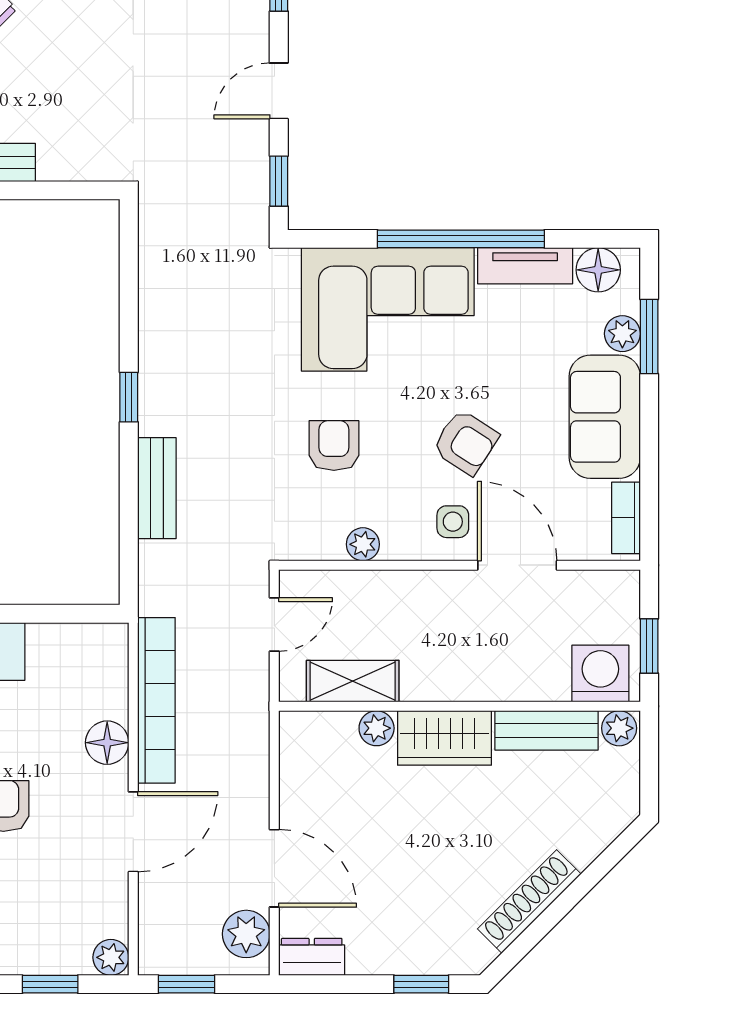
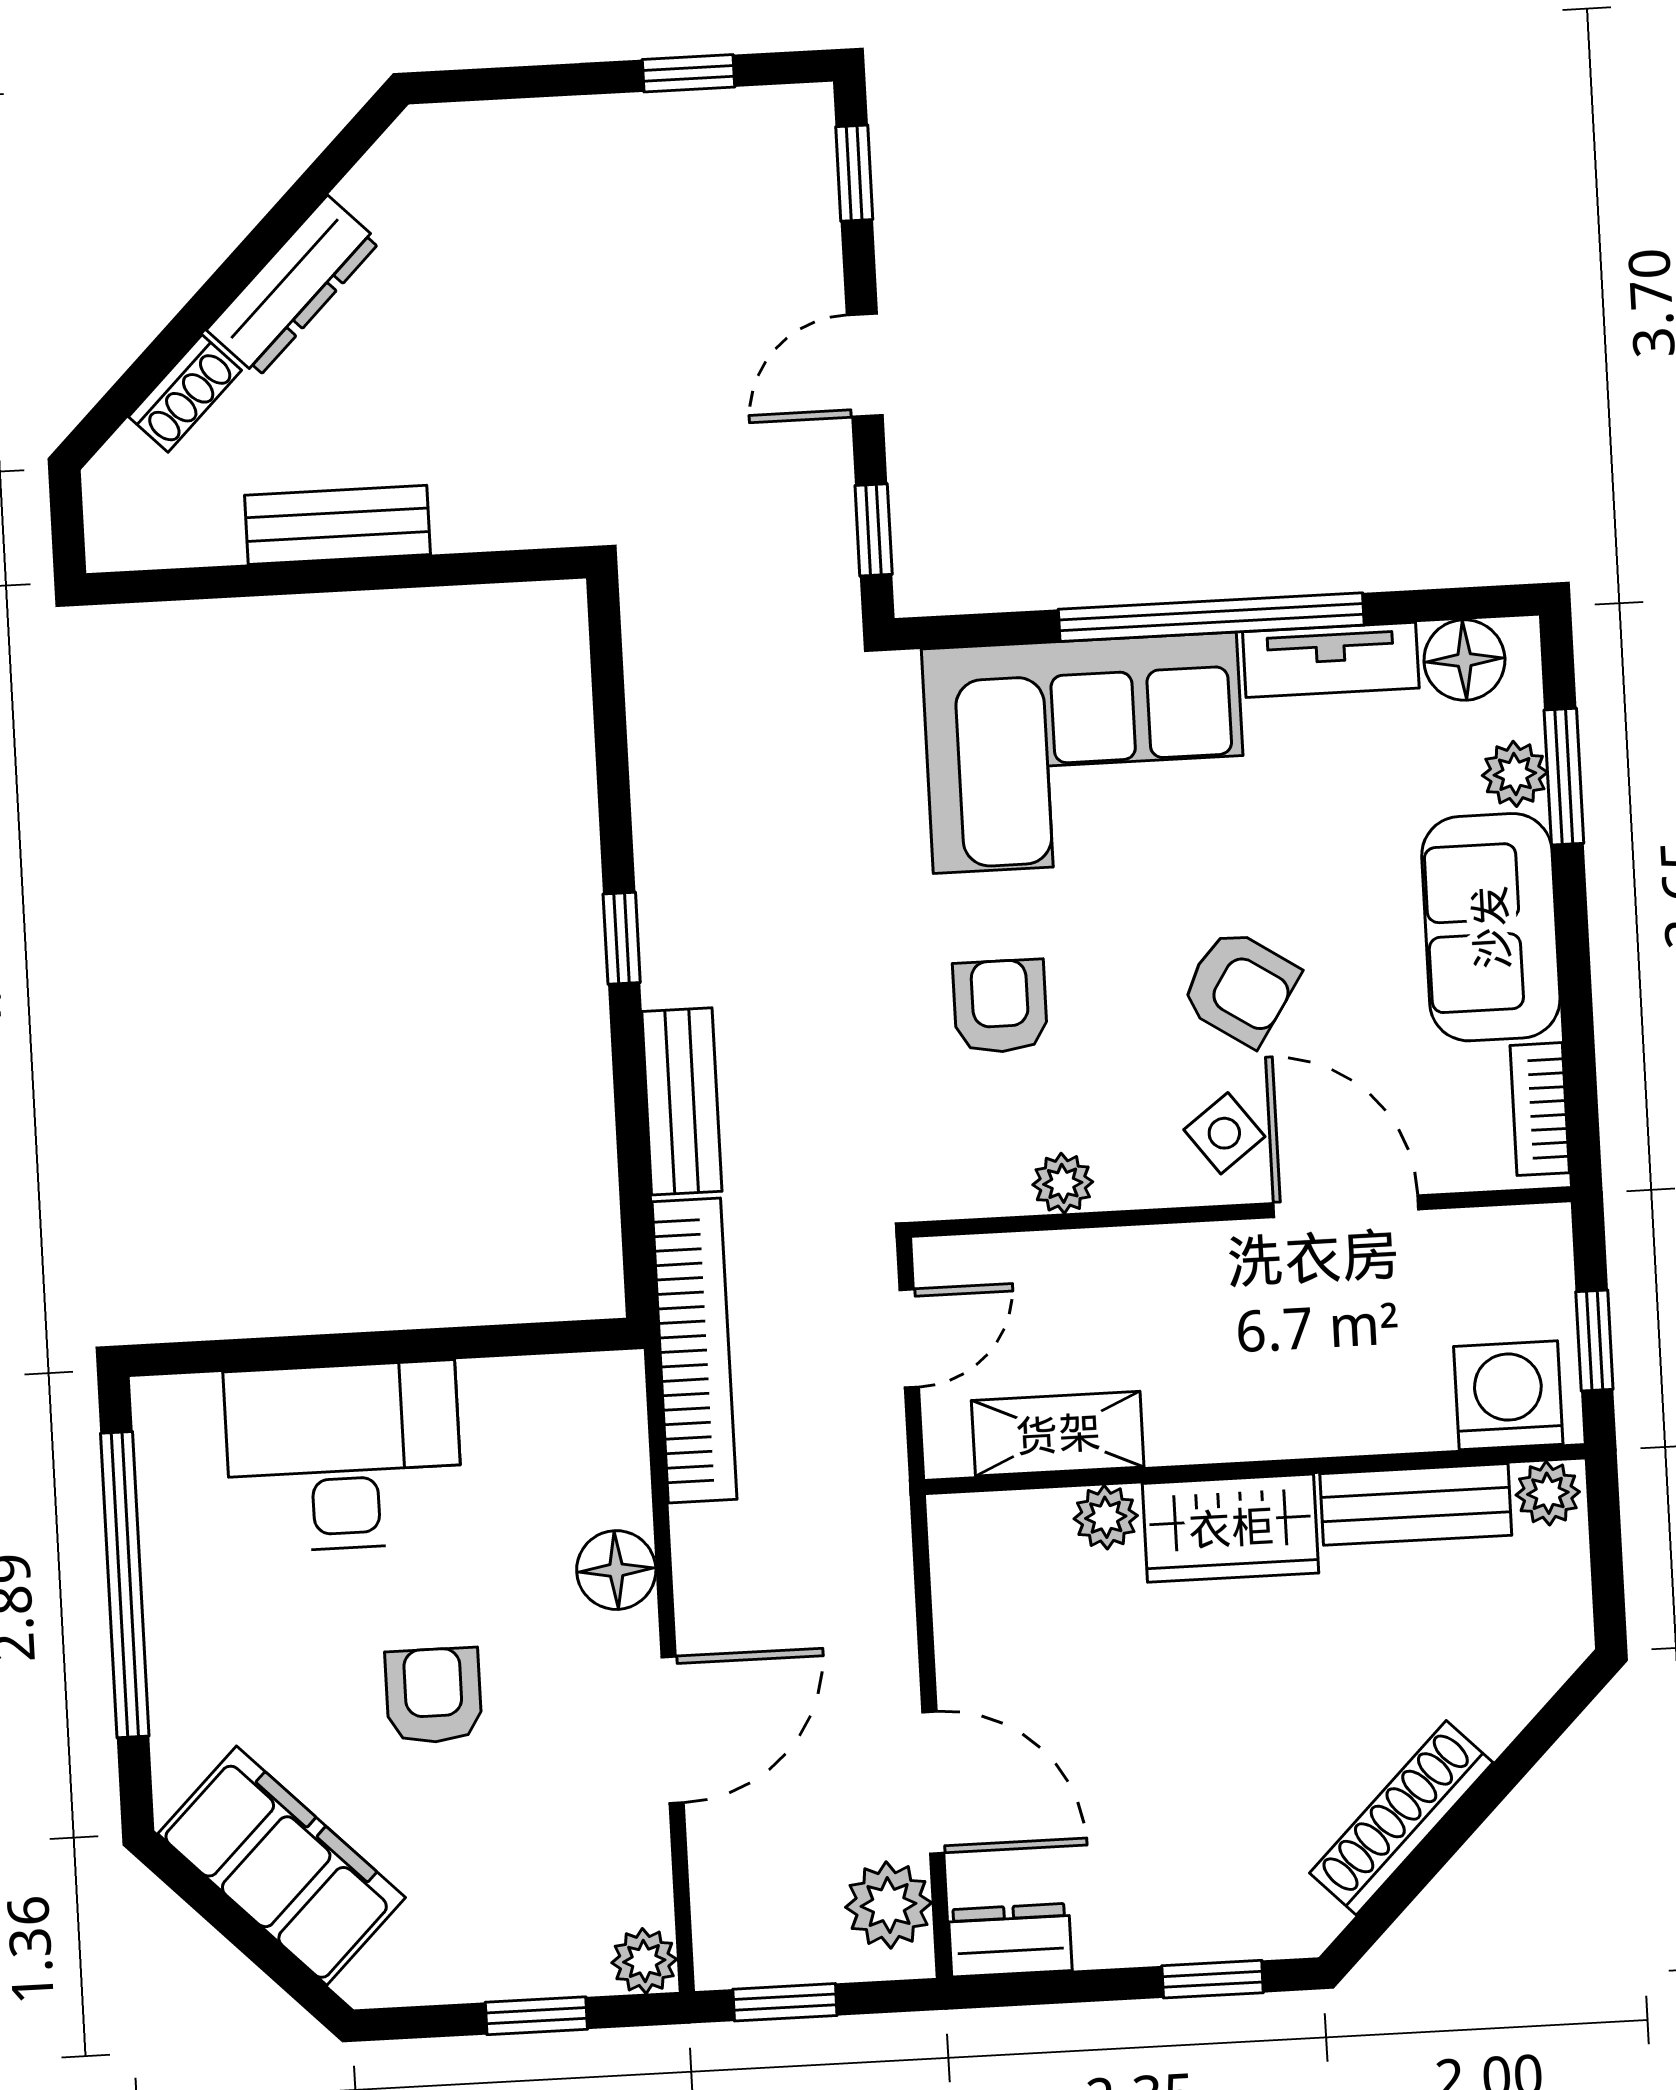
side table: (453, 522) -> (1224, 1133), turned -37
bookcase: (156, 700) -> (694, 1350), moved

